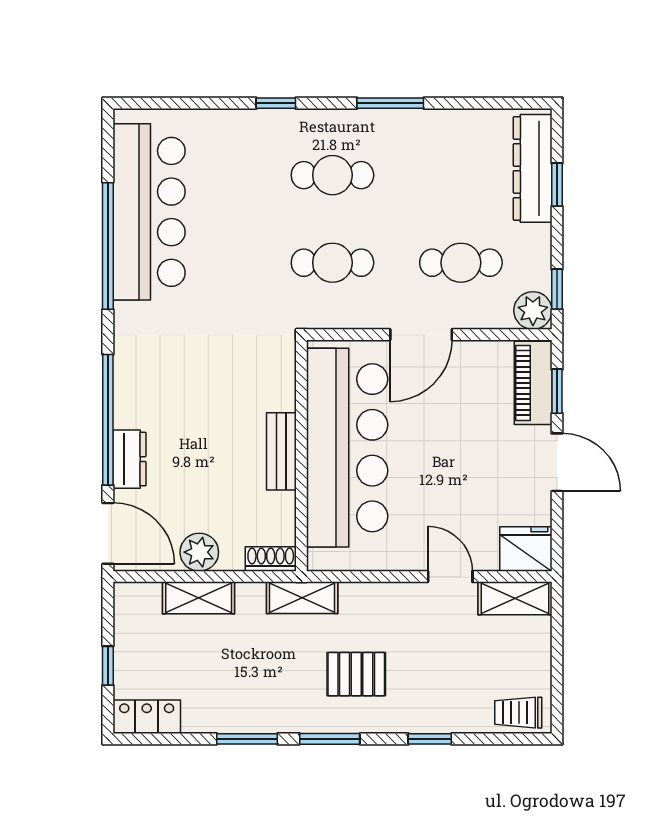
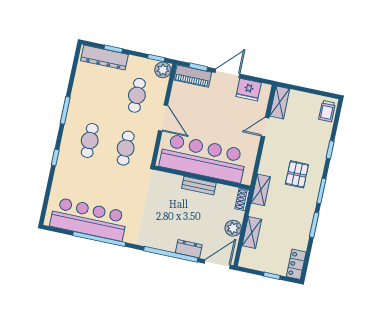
fridge: (526, 549) -> (249, 90), moved, turned -90

